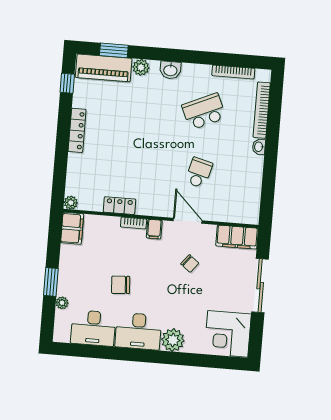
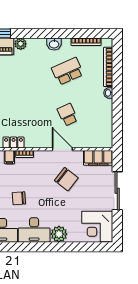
washbasin: (170, 70) -> (54, 44), moved
school desk: (199, 173) -> (68, 115), turned -39
filing cabinet: (154, 229) -> (9, 157), moved
chair: (190, 264) -> (66, 179), width x1.87, depth x1.87

